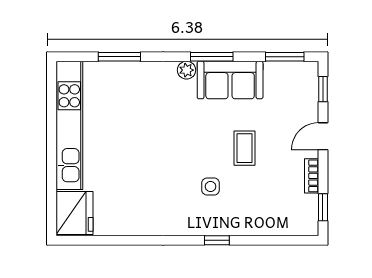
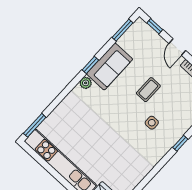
window: (119, 57) -> (35, 125), moved
window: (212, 57) -> (90, 65), width x0.67
coffee table: (244, 148) -> (148, 90), turned 90

